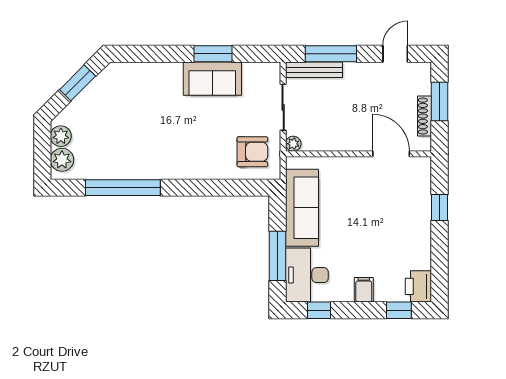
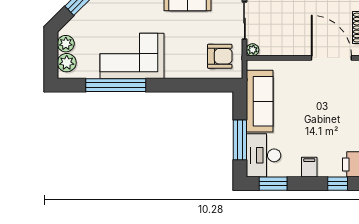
corner sofa: (143, 151) -> (132, 56), added
door: (391, 154) -> (331, 58), width x1.36
window: (319, 310) -> (273, 184), width x1.50

